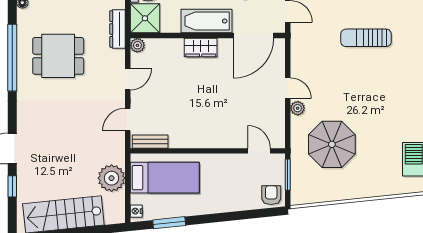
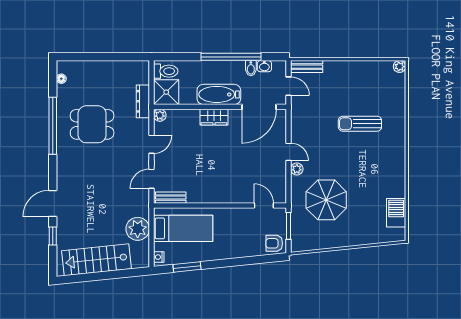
sun lounger: (366, 38) -> (360, 124), moved
armchair: (271, 195) -> (274, 243), turned -90

